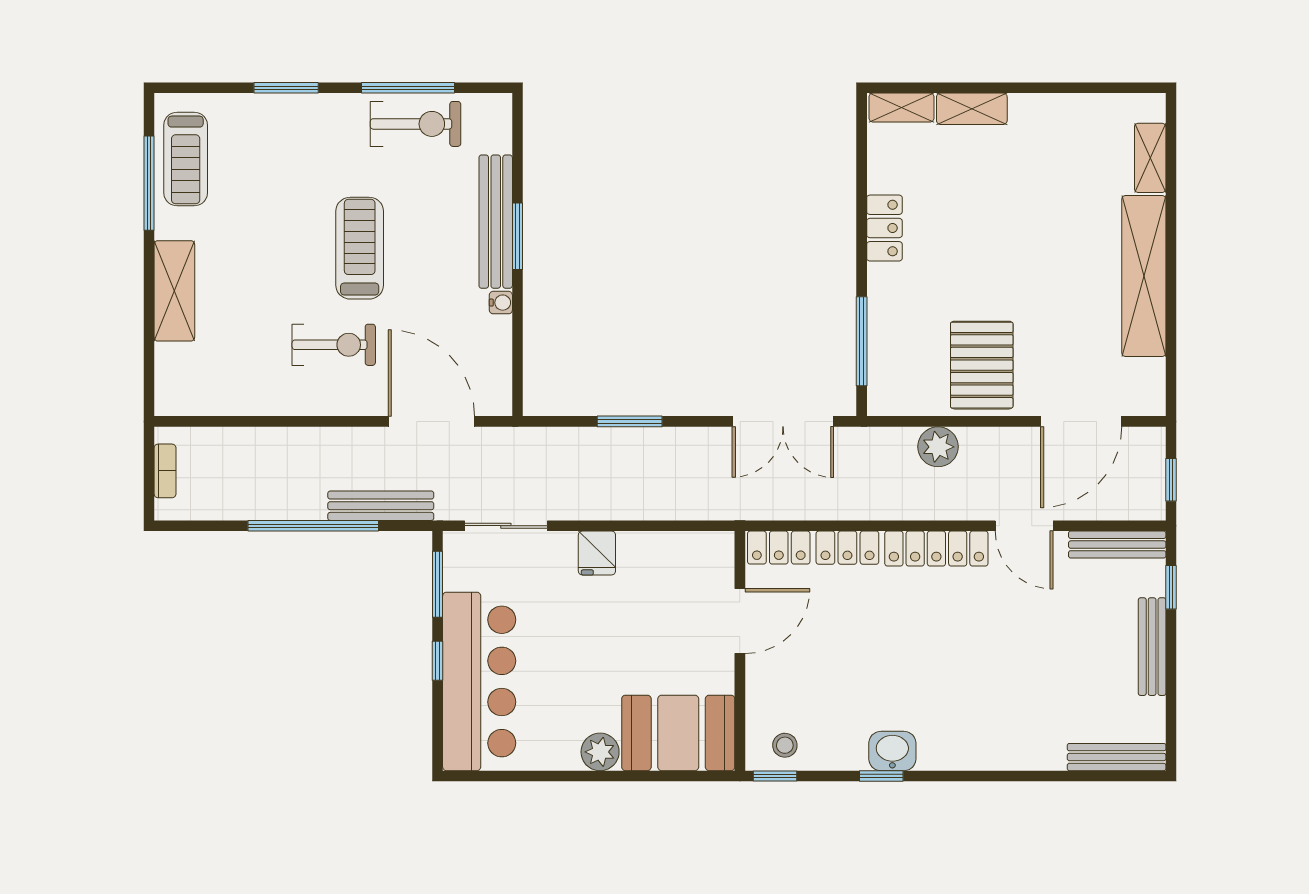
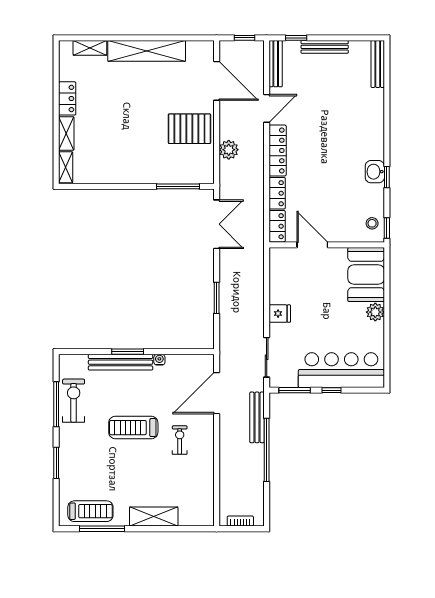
locker: (884, 228) -> (67, 98), moved, turned 90
exercise bike: (334, 345) -> (180, 440), width x0.73, depth x0.72

